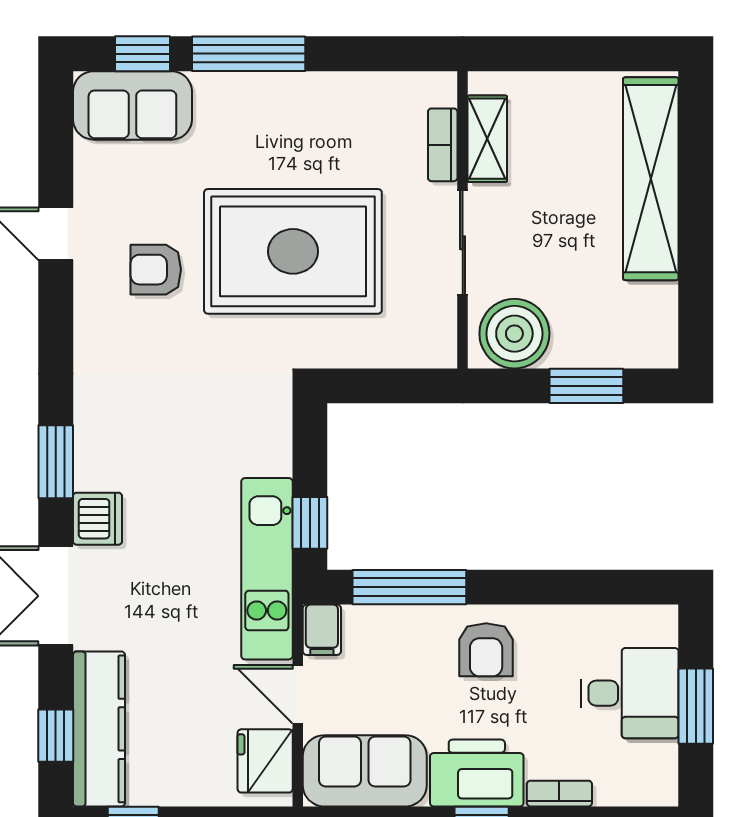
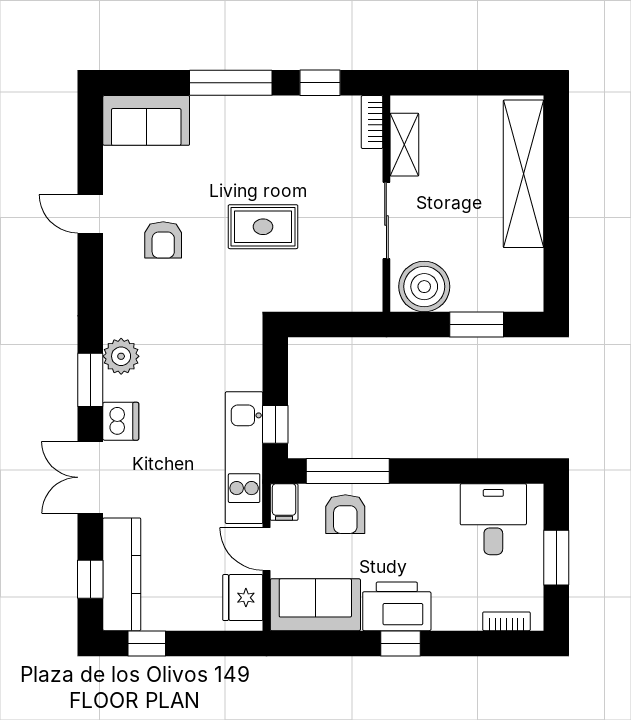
window: (143, 54) -> (320, 83), moved
bookcase: (443, 145) -> (372, 122), moved
rug: (293, 251) -> (263, 227), width x0.54, depth x0.49
armchair: (156, 270) -> (163, 240), turned -90
plant: (98, 429) -> (121, 356), added
armchair: (486, 650) -> (345, 514), moved
desk: (630, 693) -> (493, 519), moved, turned -90
bookcase: (559, 794) -> (506, 621), moved

